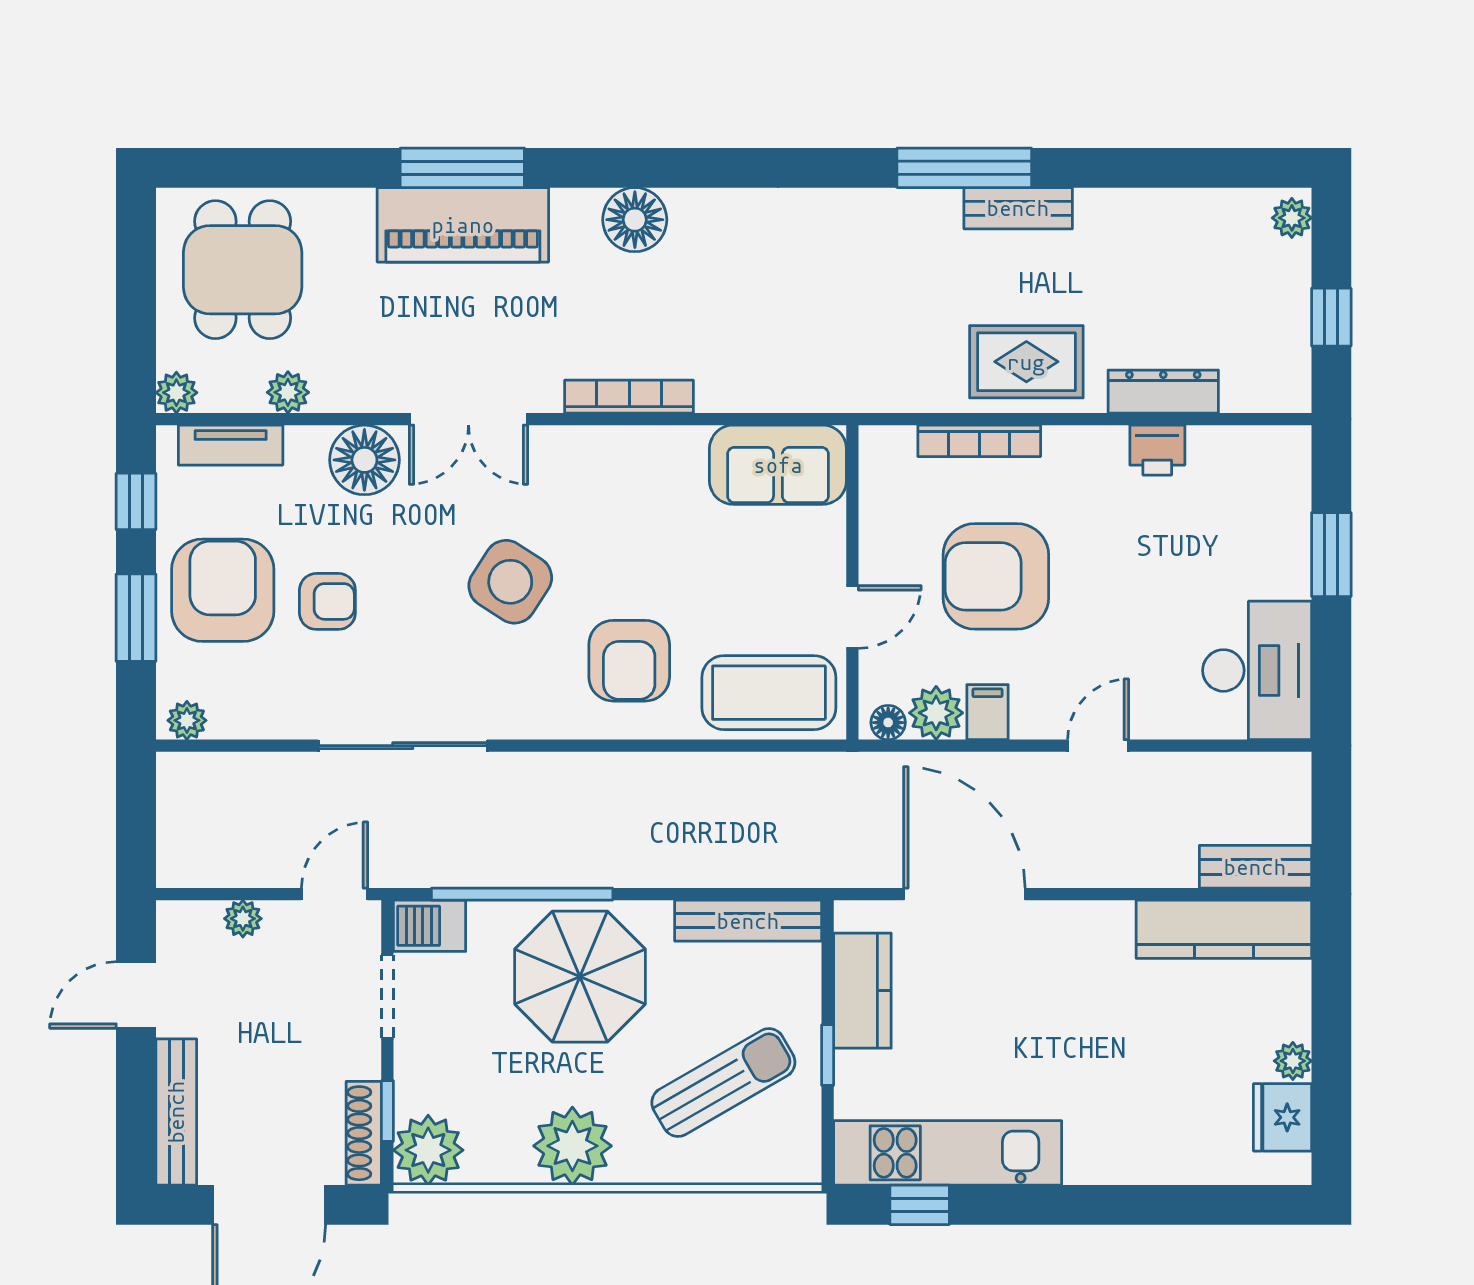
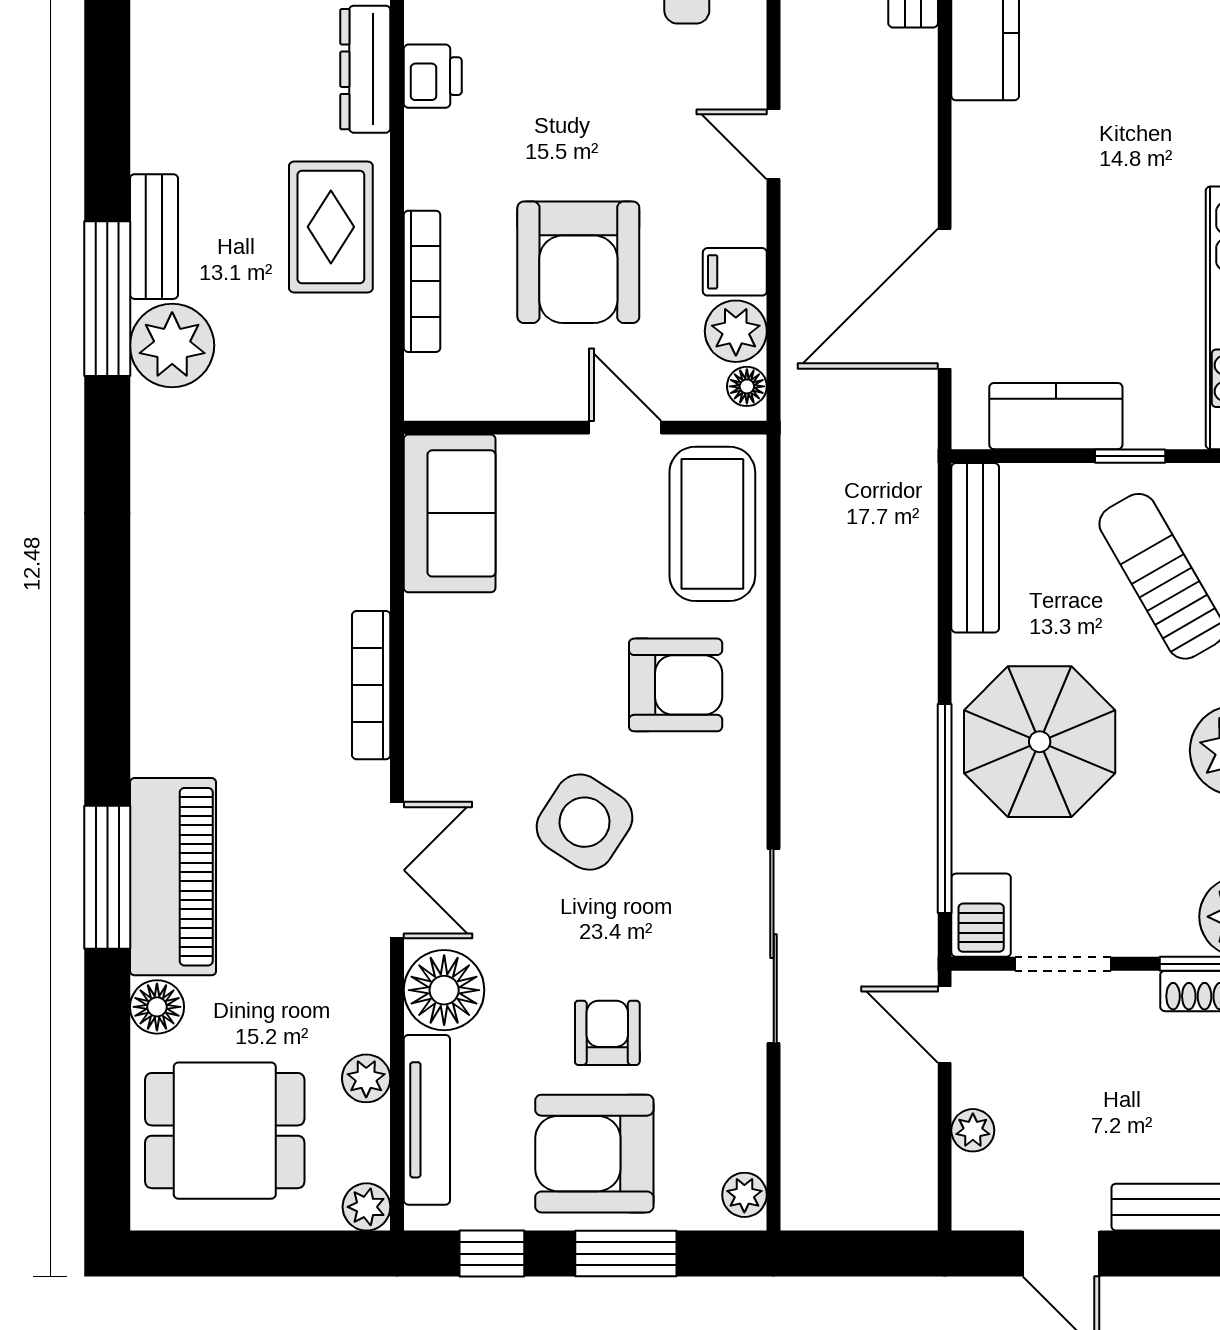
floor lamp: (635, 220) -> (157, 1007), moved, width x0.73, depth x0.73
plant: (924, 224) -> (172, 346), added
tv unit: (231, 445) -> (427, 1120), width x1.41

